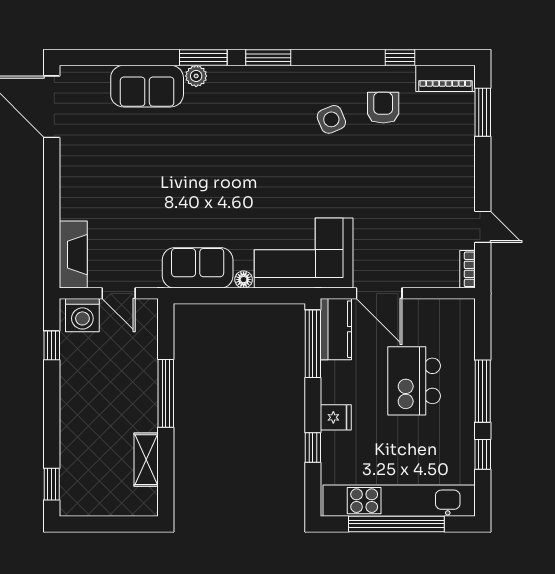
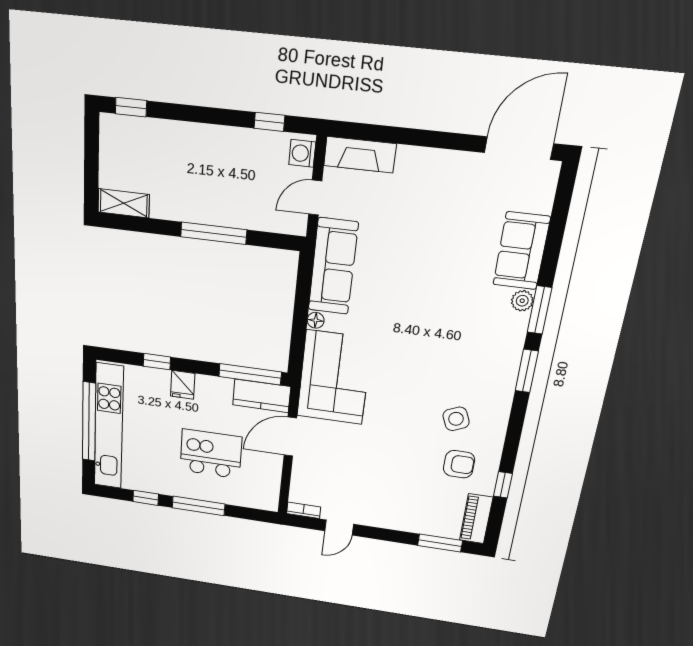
sofa: (198, 268) -> (333, 266), width x1.36
washing machine: (82, 315) -> (302, 153), width x0.73, depth x0.73
shelving: (146, 460) -> (124, 203), moved

